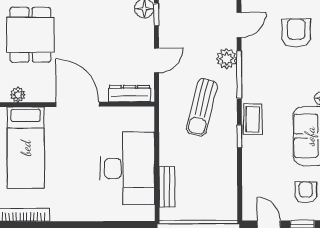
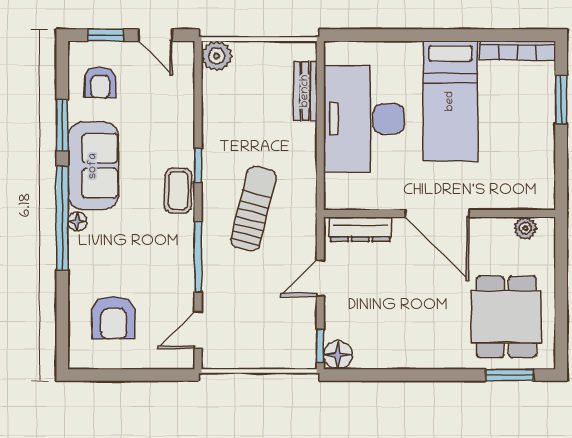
plant: (227, 59) -> (217, 56), moved
bed: (26, 148) -> (450, 101), moved, turned 180

